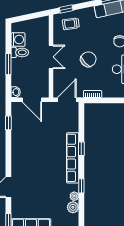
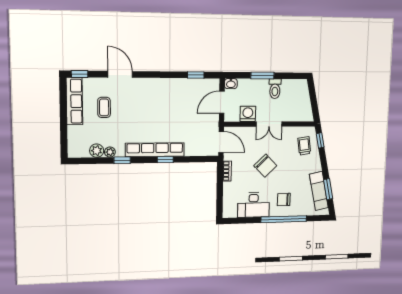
washing machine: (18, 40) -> (248, 114), moved, turned 180
coffee table: (36, 201) -> (104, 107), added

